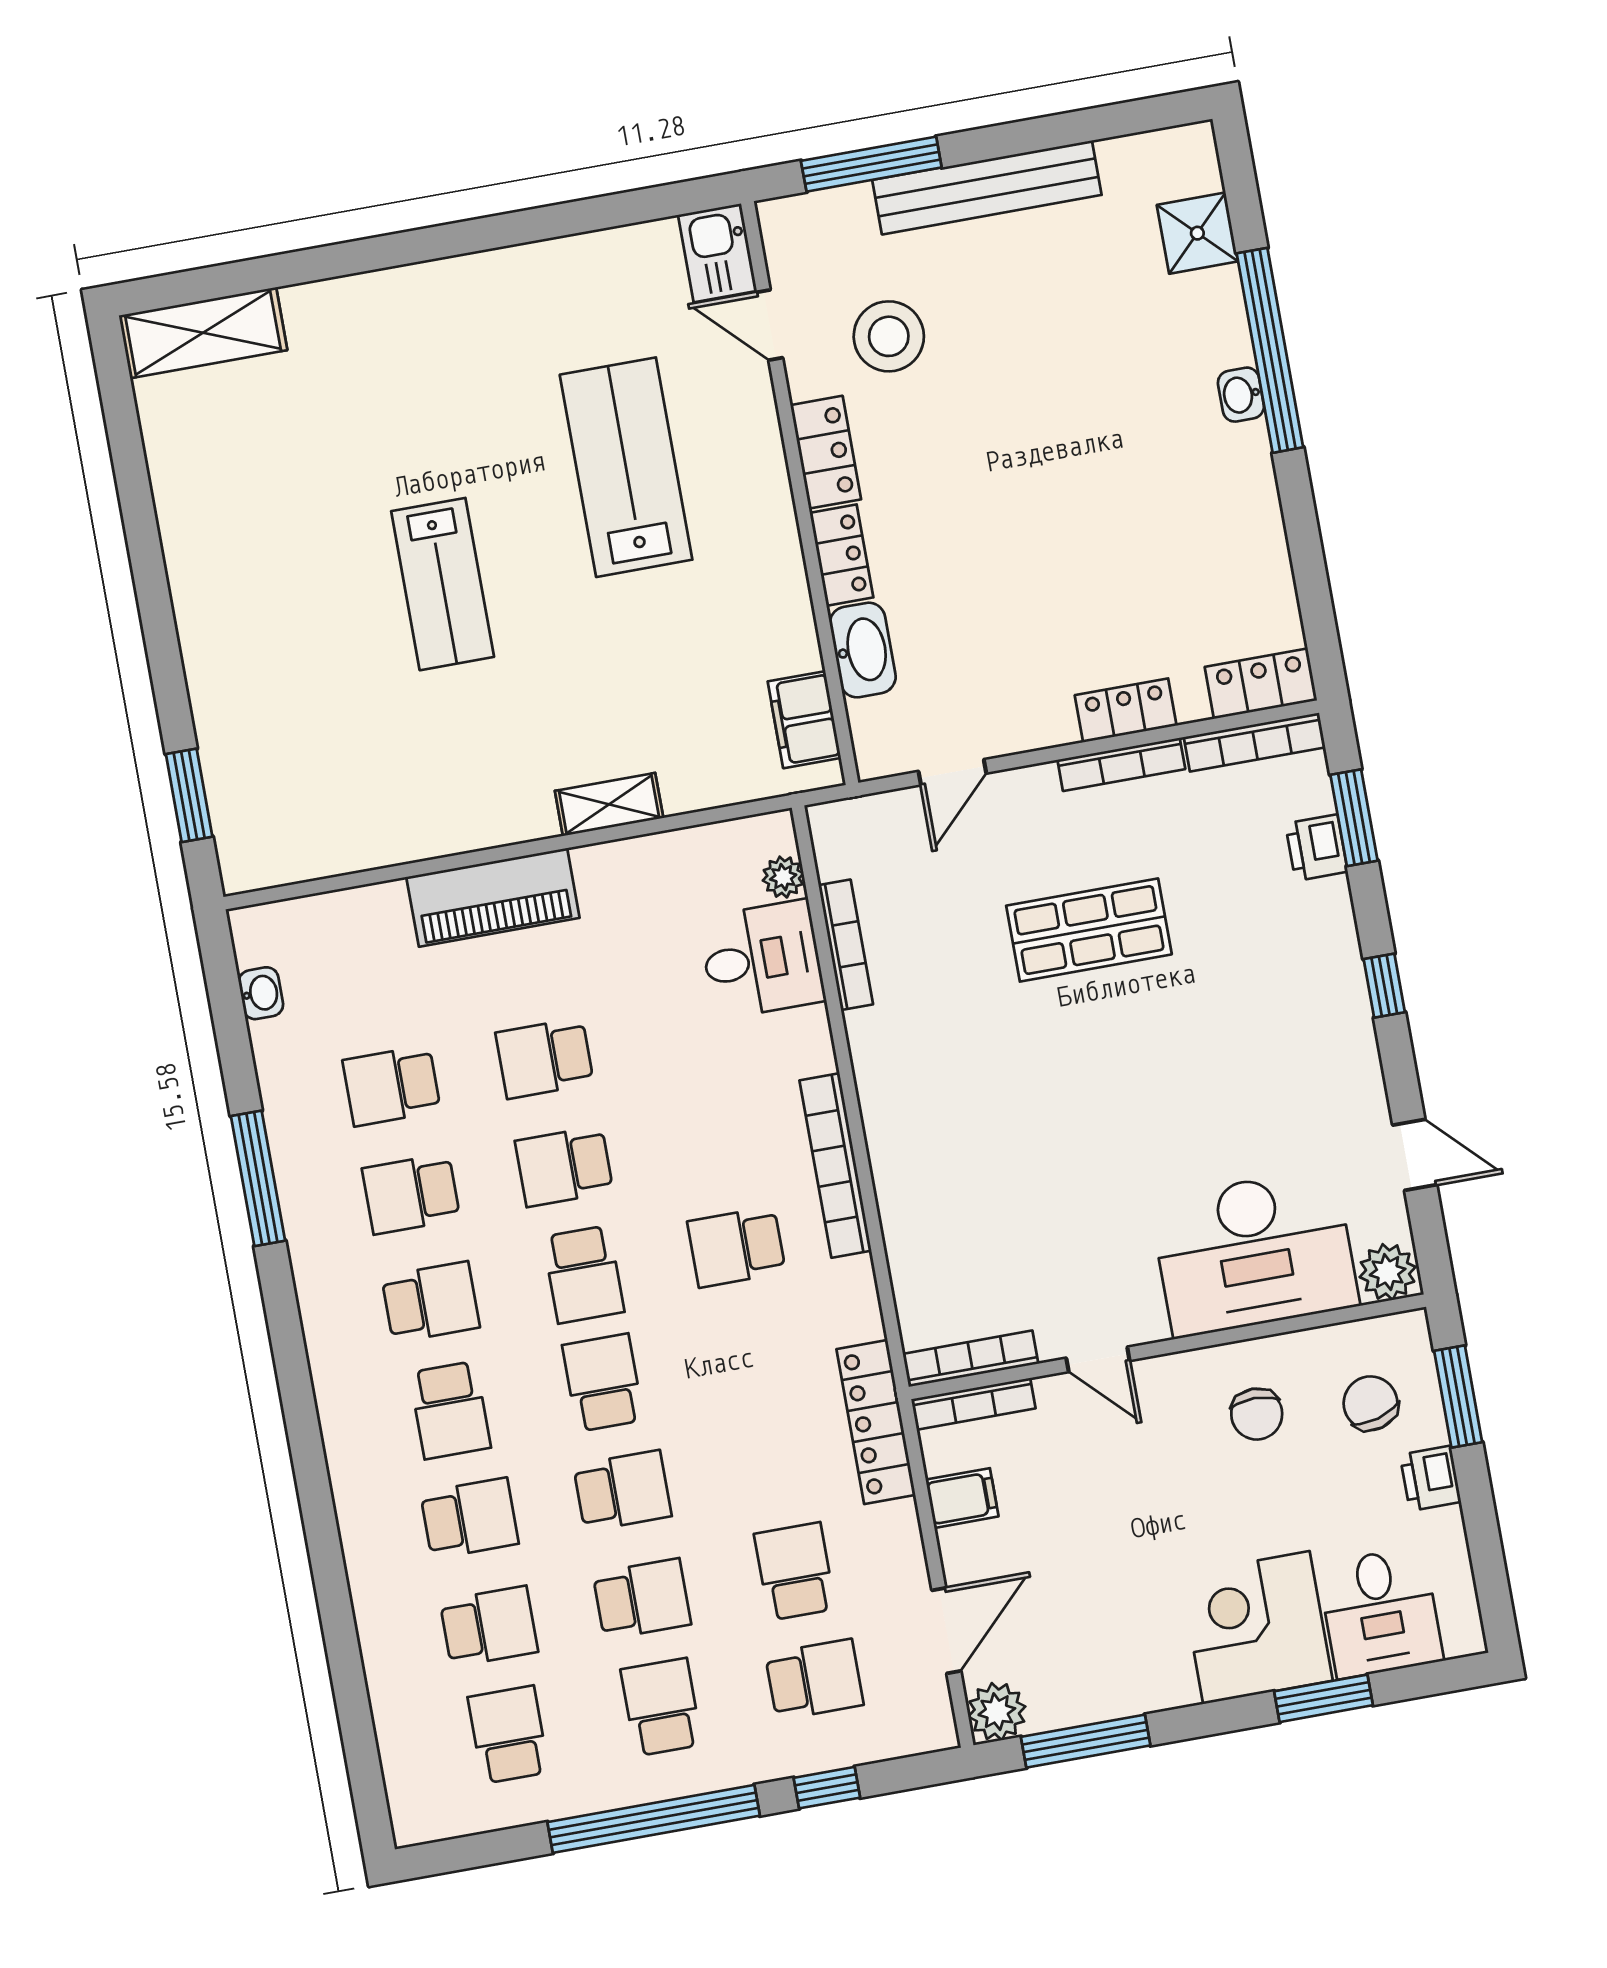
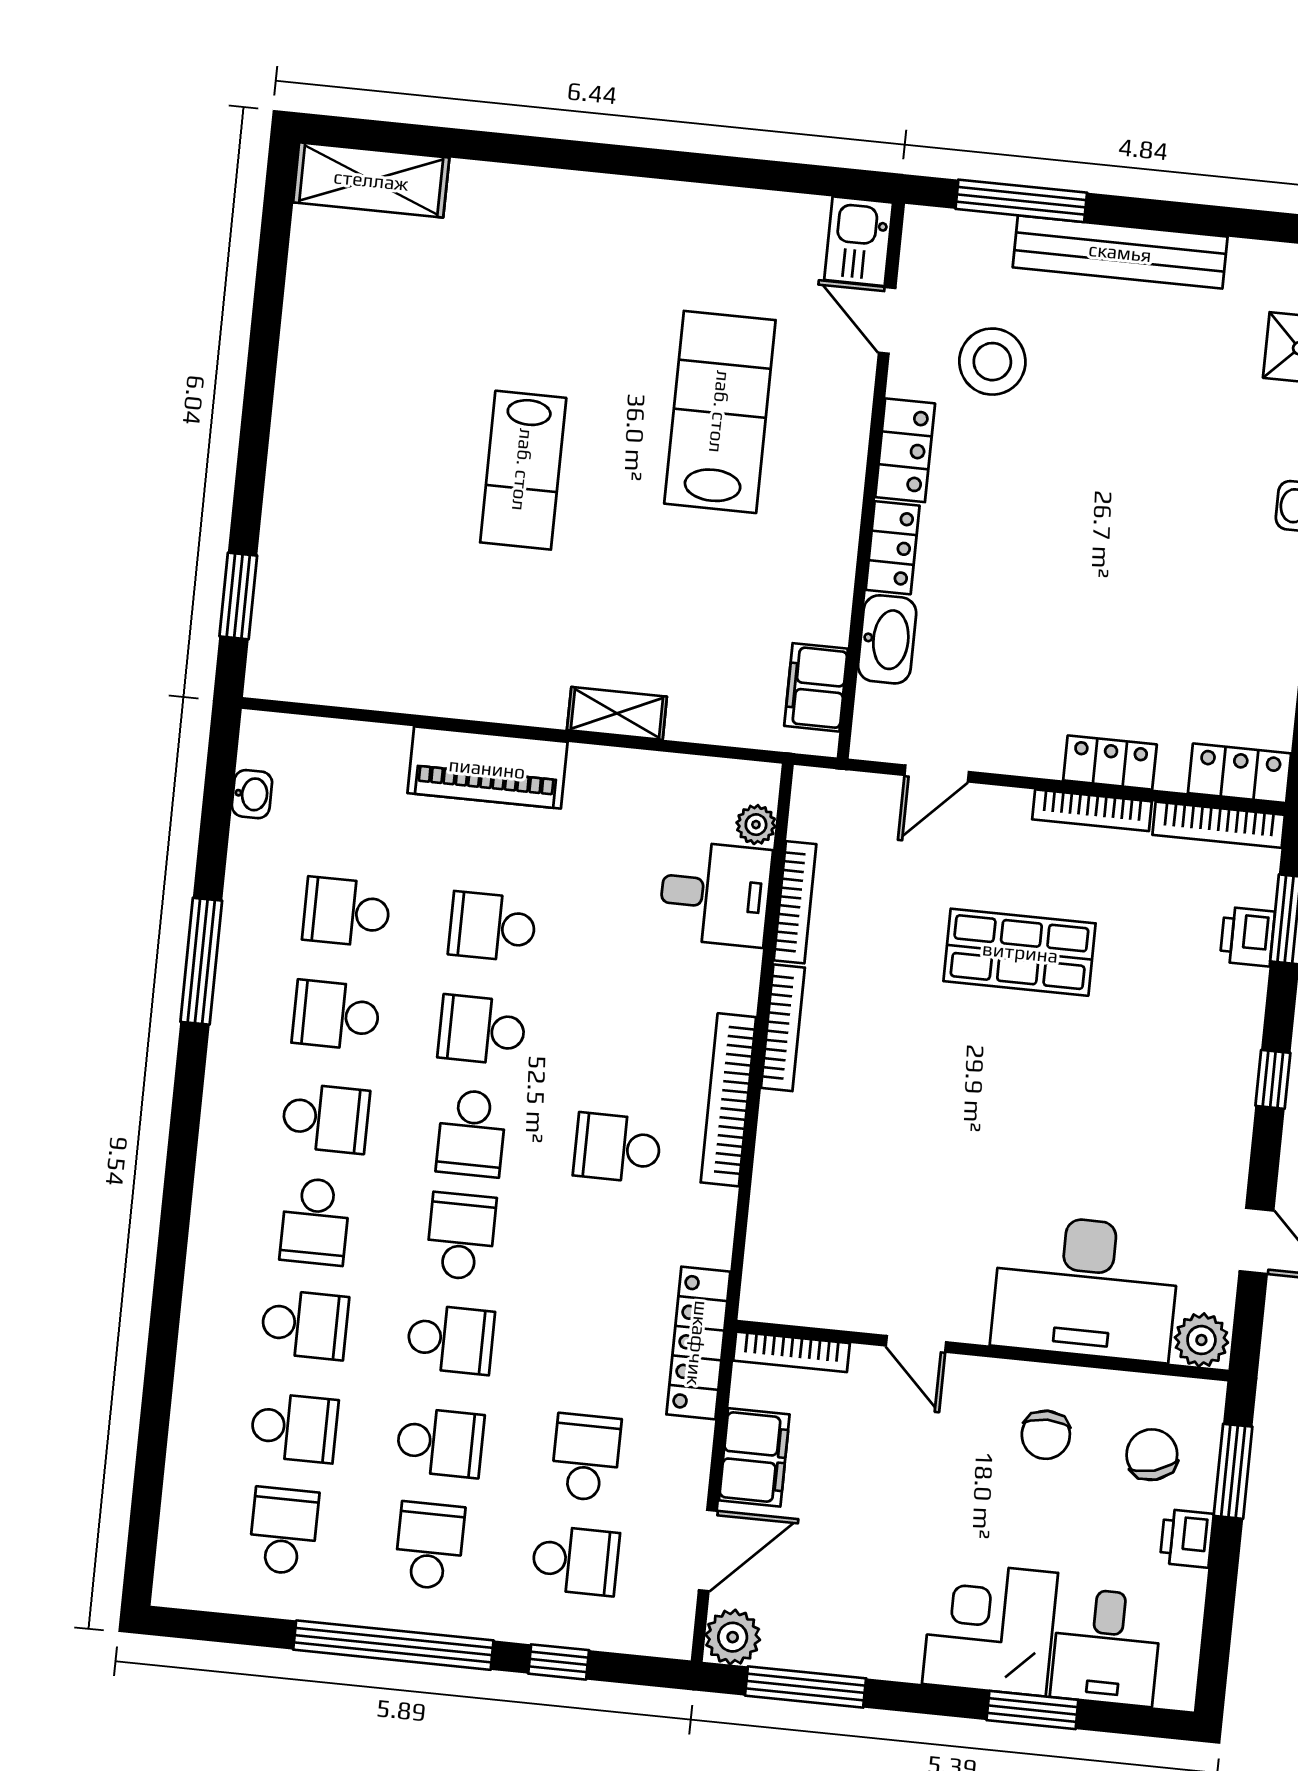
bookcase: (971, 1359) -> (783, 1028), moved, turned 90
filing cabinet: (962, 1498) -> (754, 1457), width x2.00

